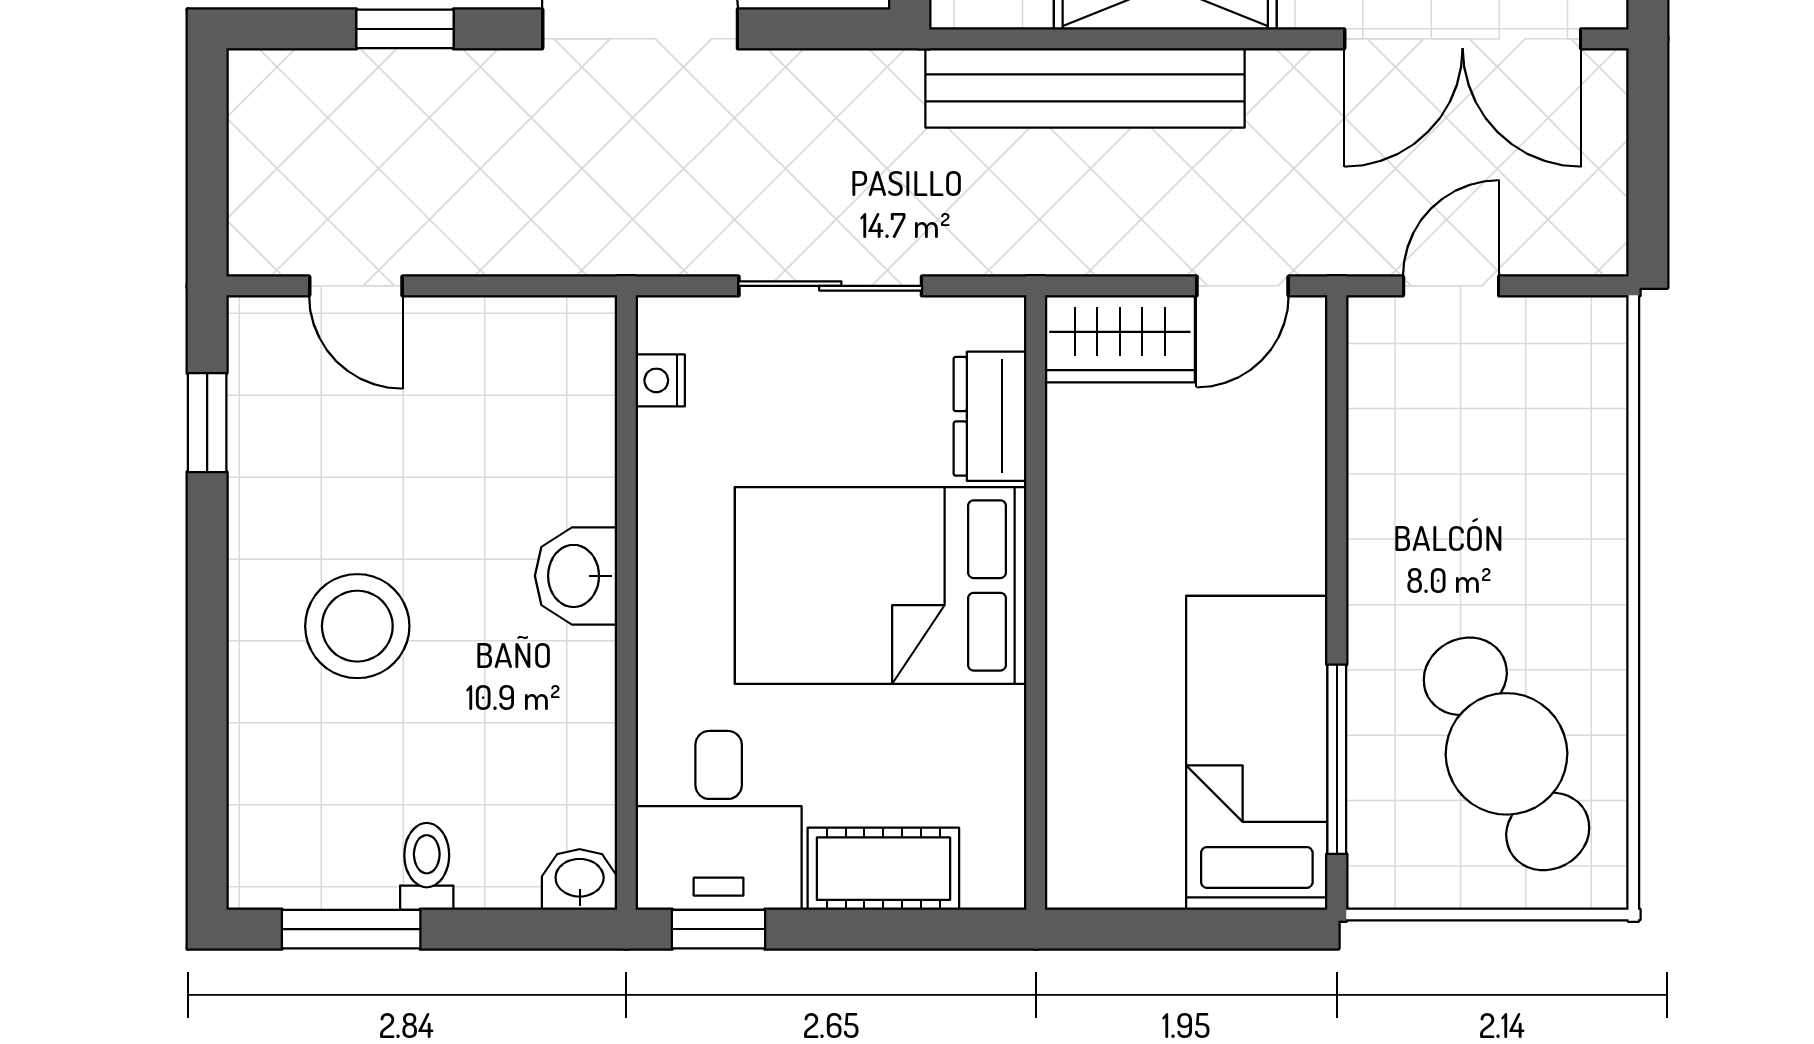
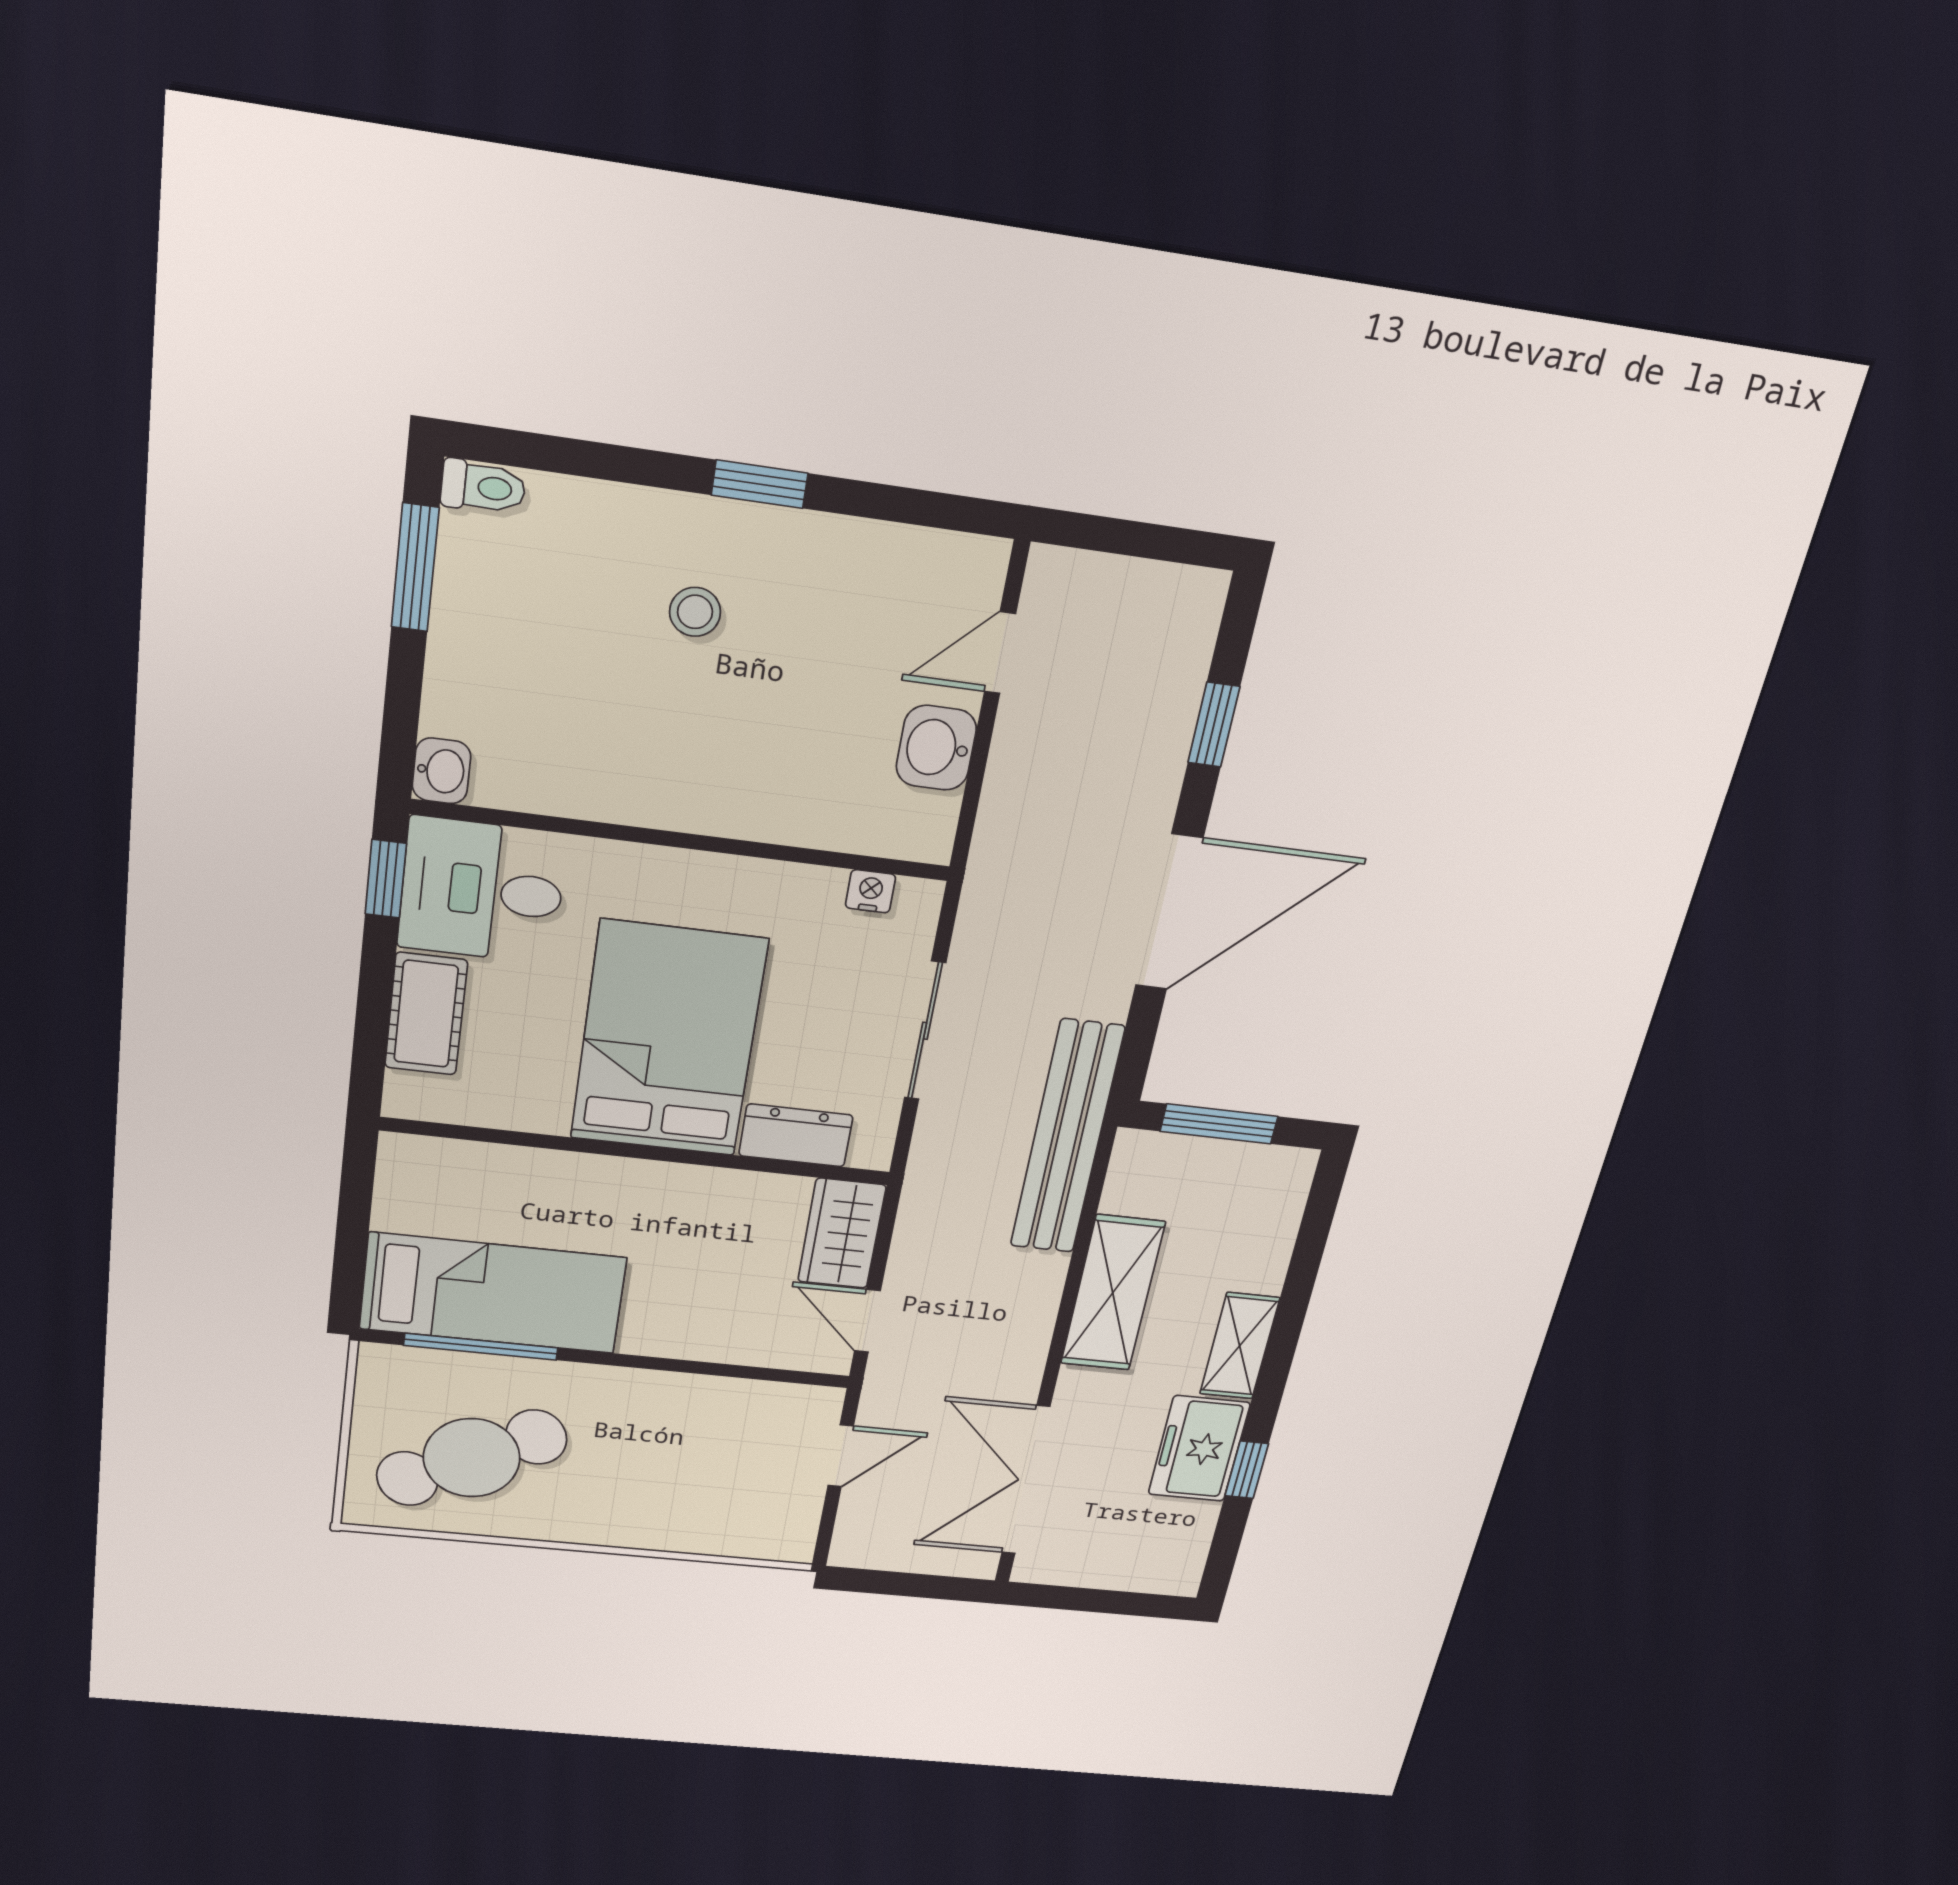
bench: (1085, 88) -> (1067, 1138), moved
door: (1451, 286) -> (841, 1456), hinge flipped
window: (207, 423) -> (760, 484), moved
washbasin: (576, 576) -> (936, 748), moved, turned -90
stool: (357, 626) -> (695, 612), width x0.53, depth x0.53
toilet: (427, 866) -> (483, 487), moved

